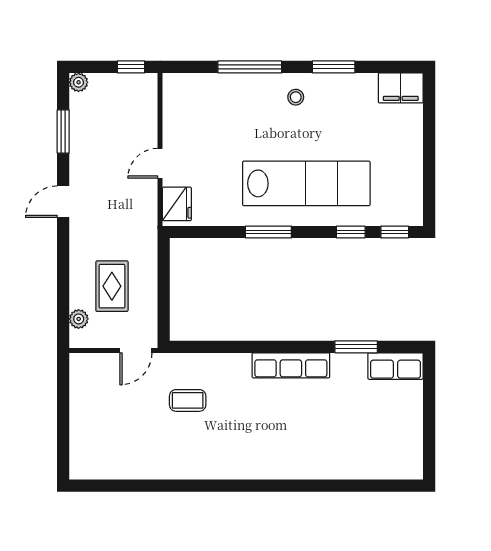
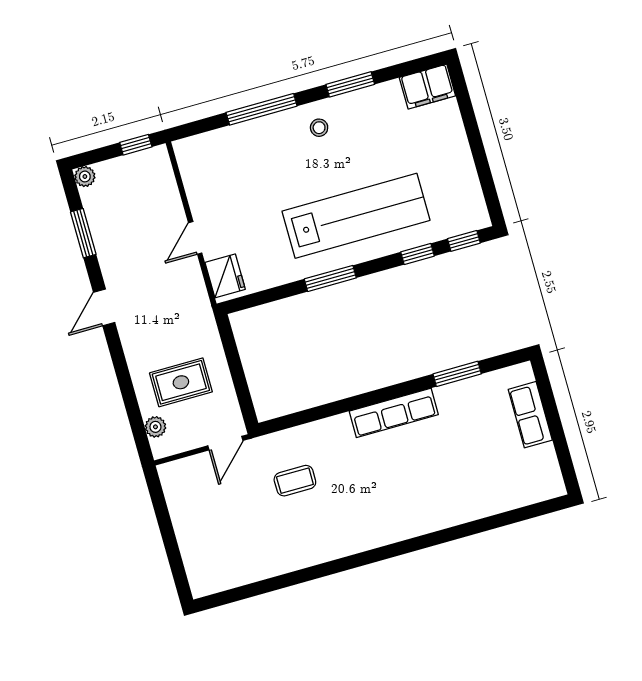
rug: (112, 286) -> (181, 382), turned 90
row of seats: (396, 366) -> (530, 415), moved, turned 90

